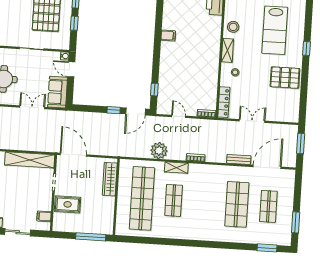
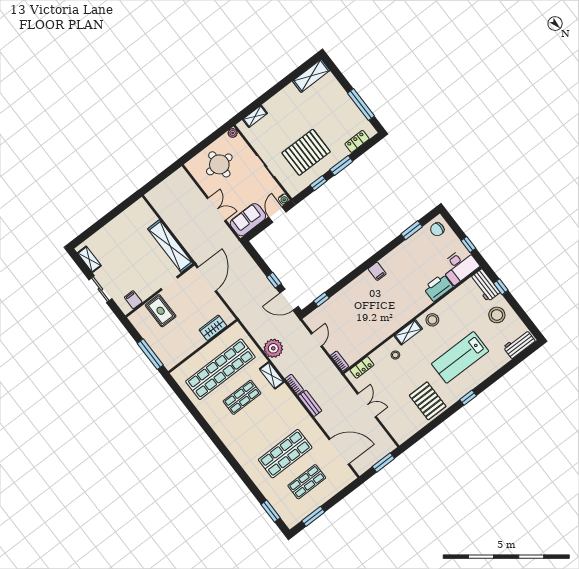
locker: (224, 102) -> (362, 367), width x0.66
bench: (239, 160) -> (310, 403), moved
wardrobe: (110, 179) -> (213, 328), width x0.67

